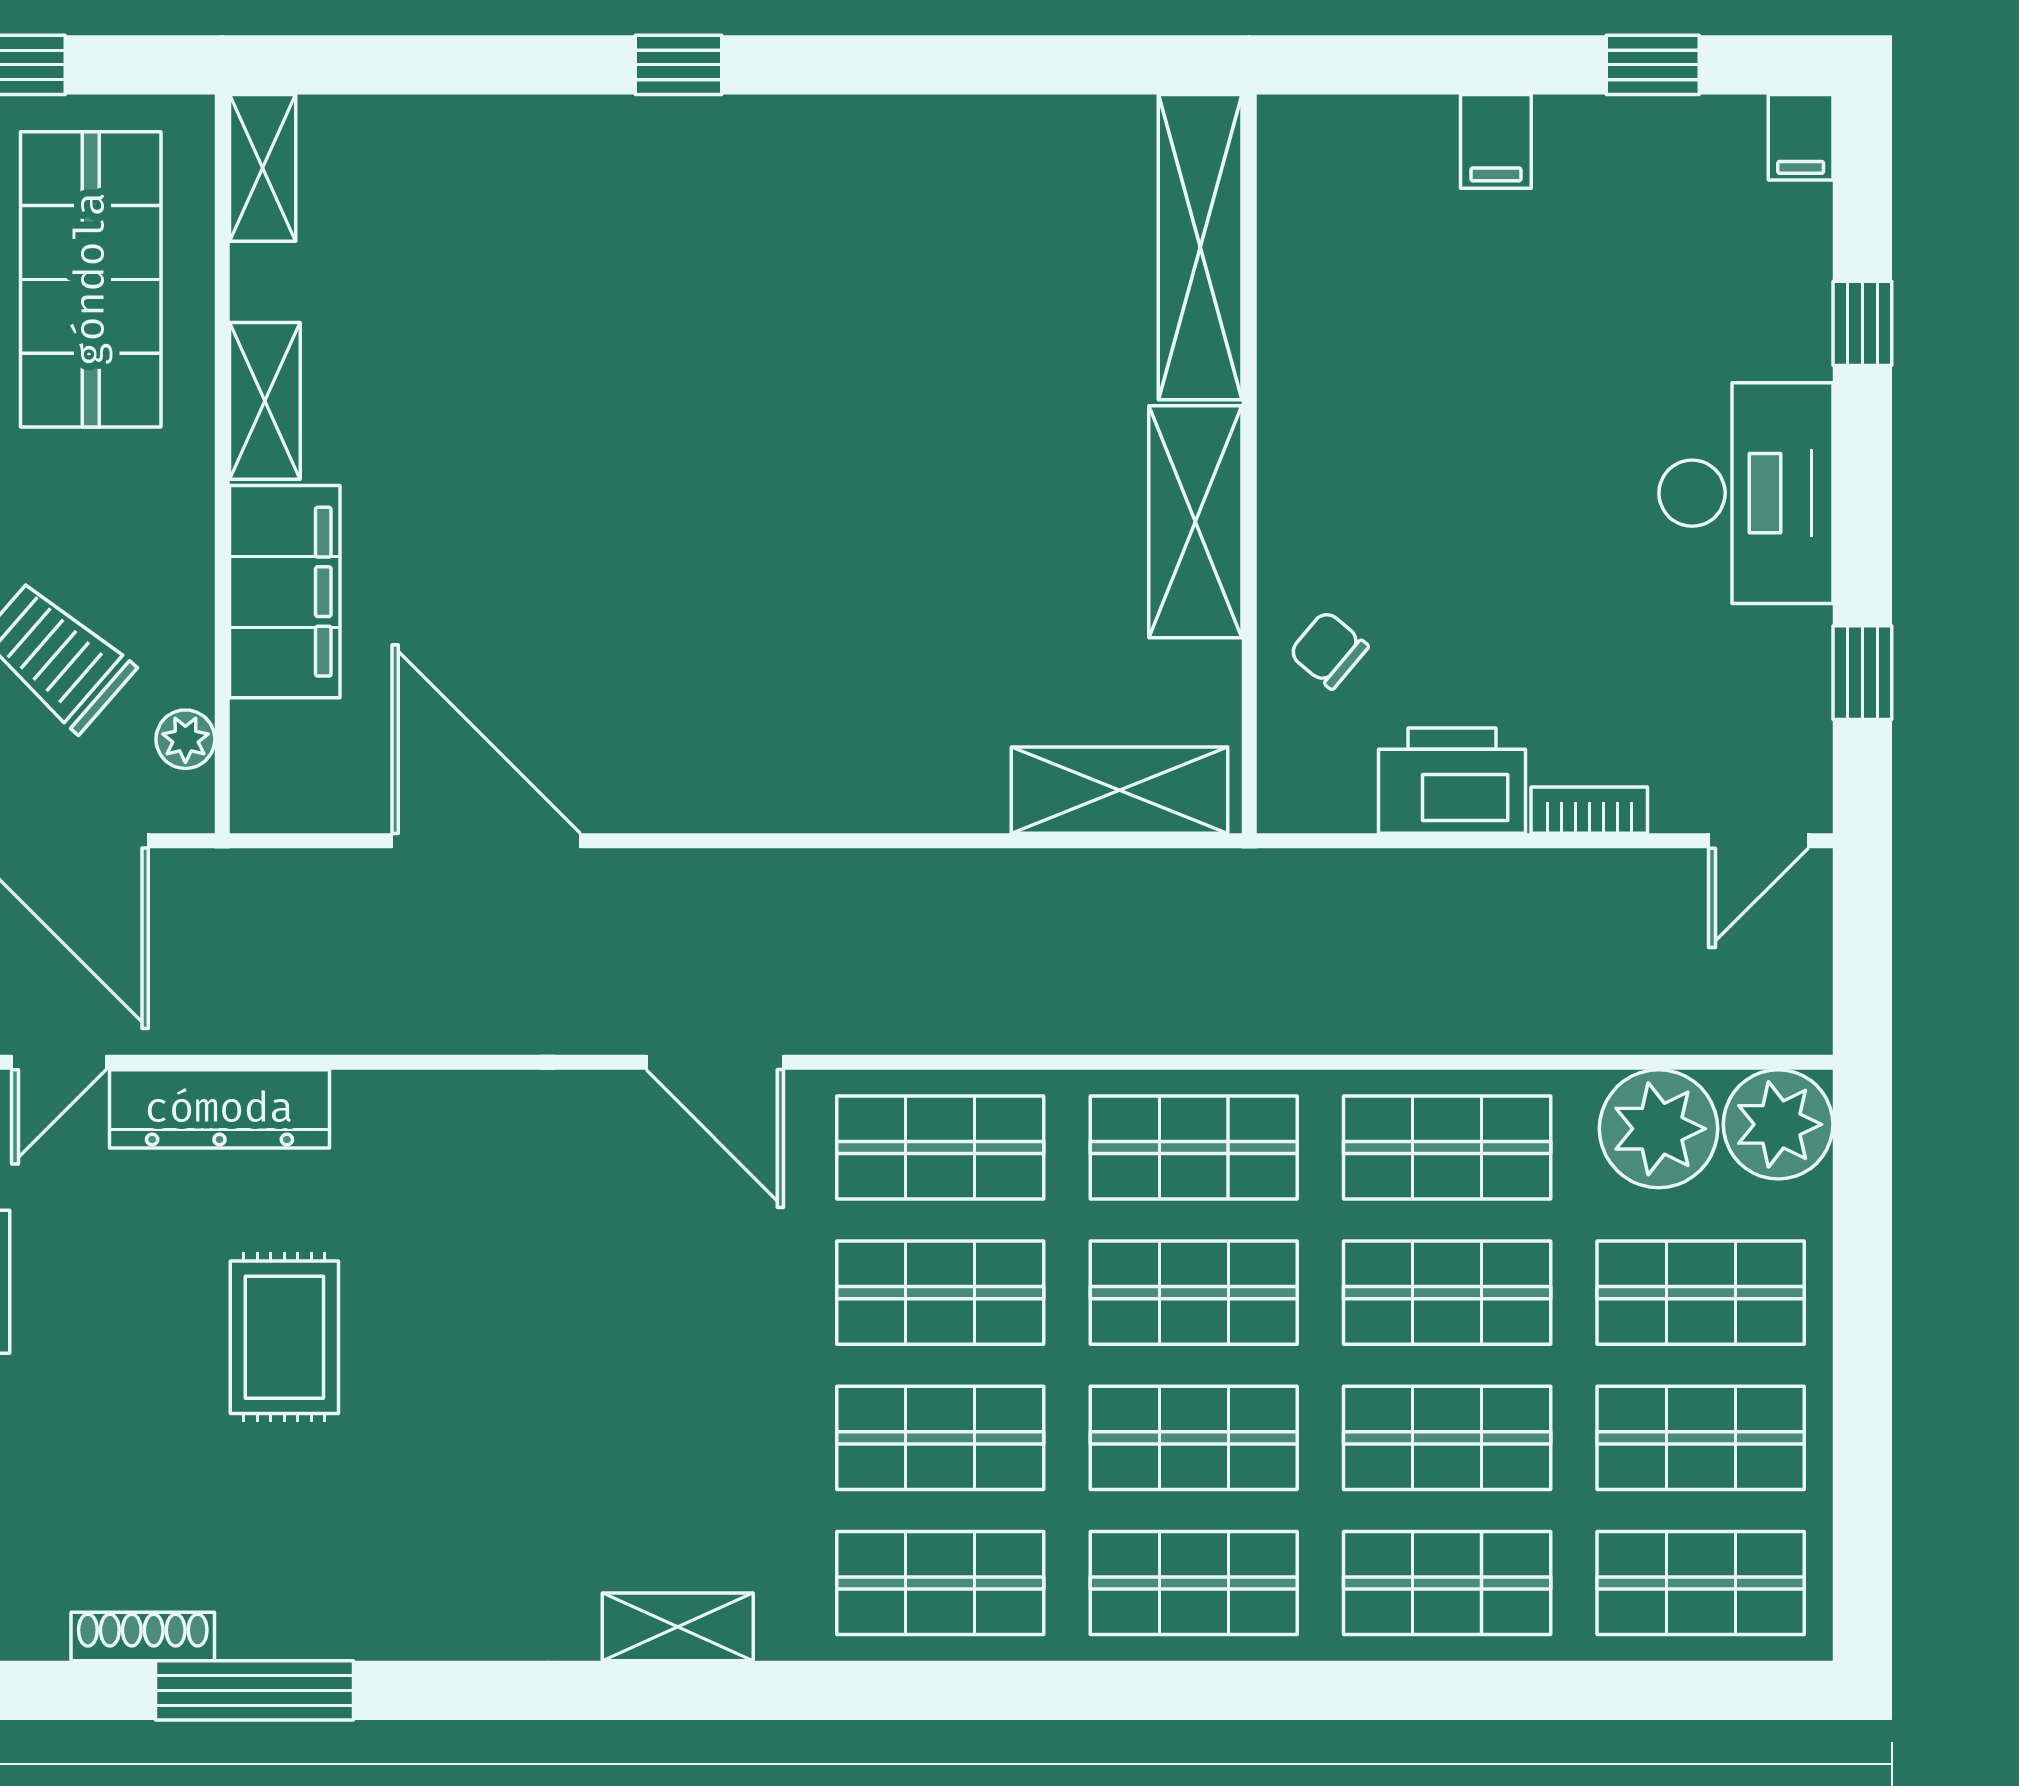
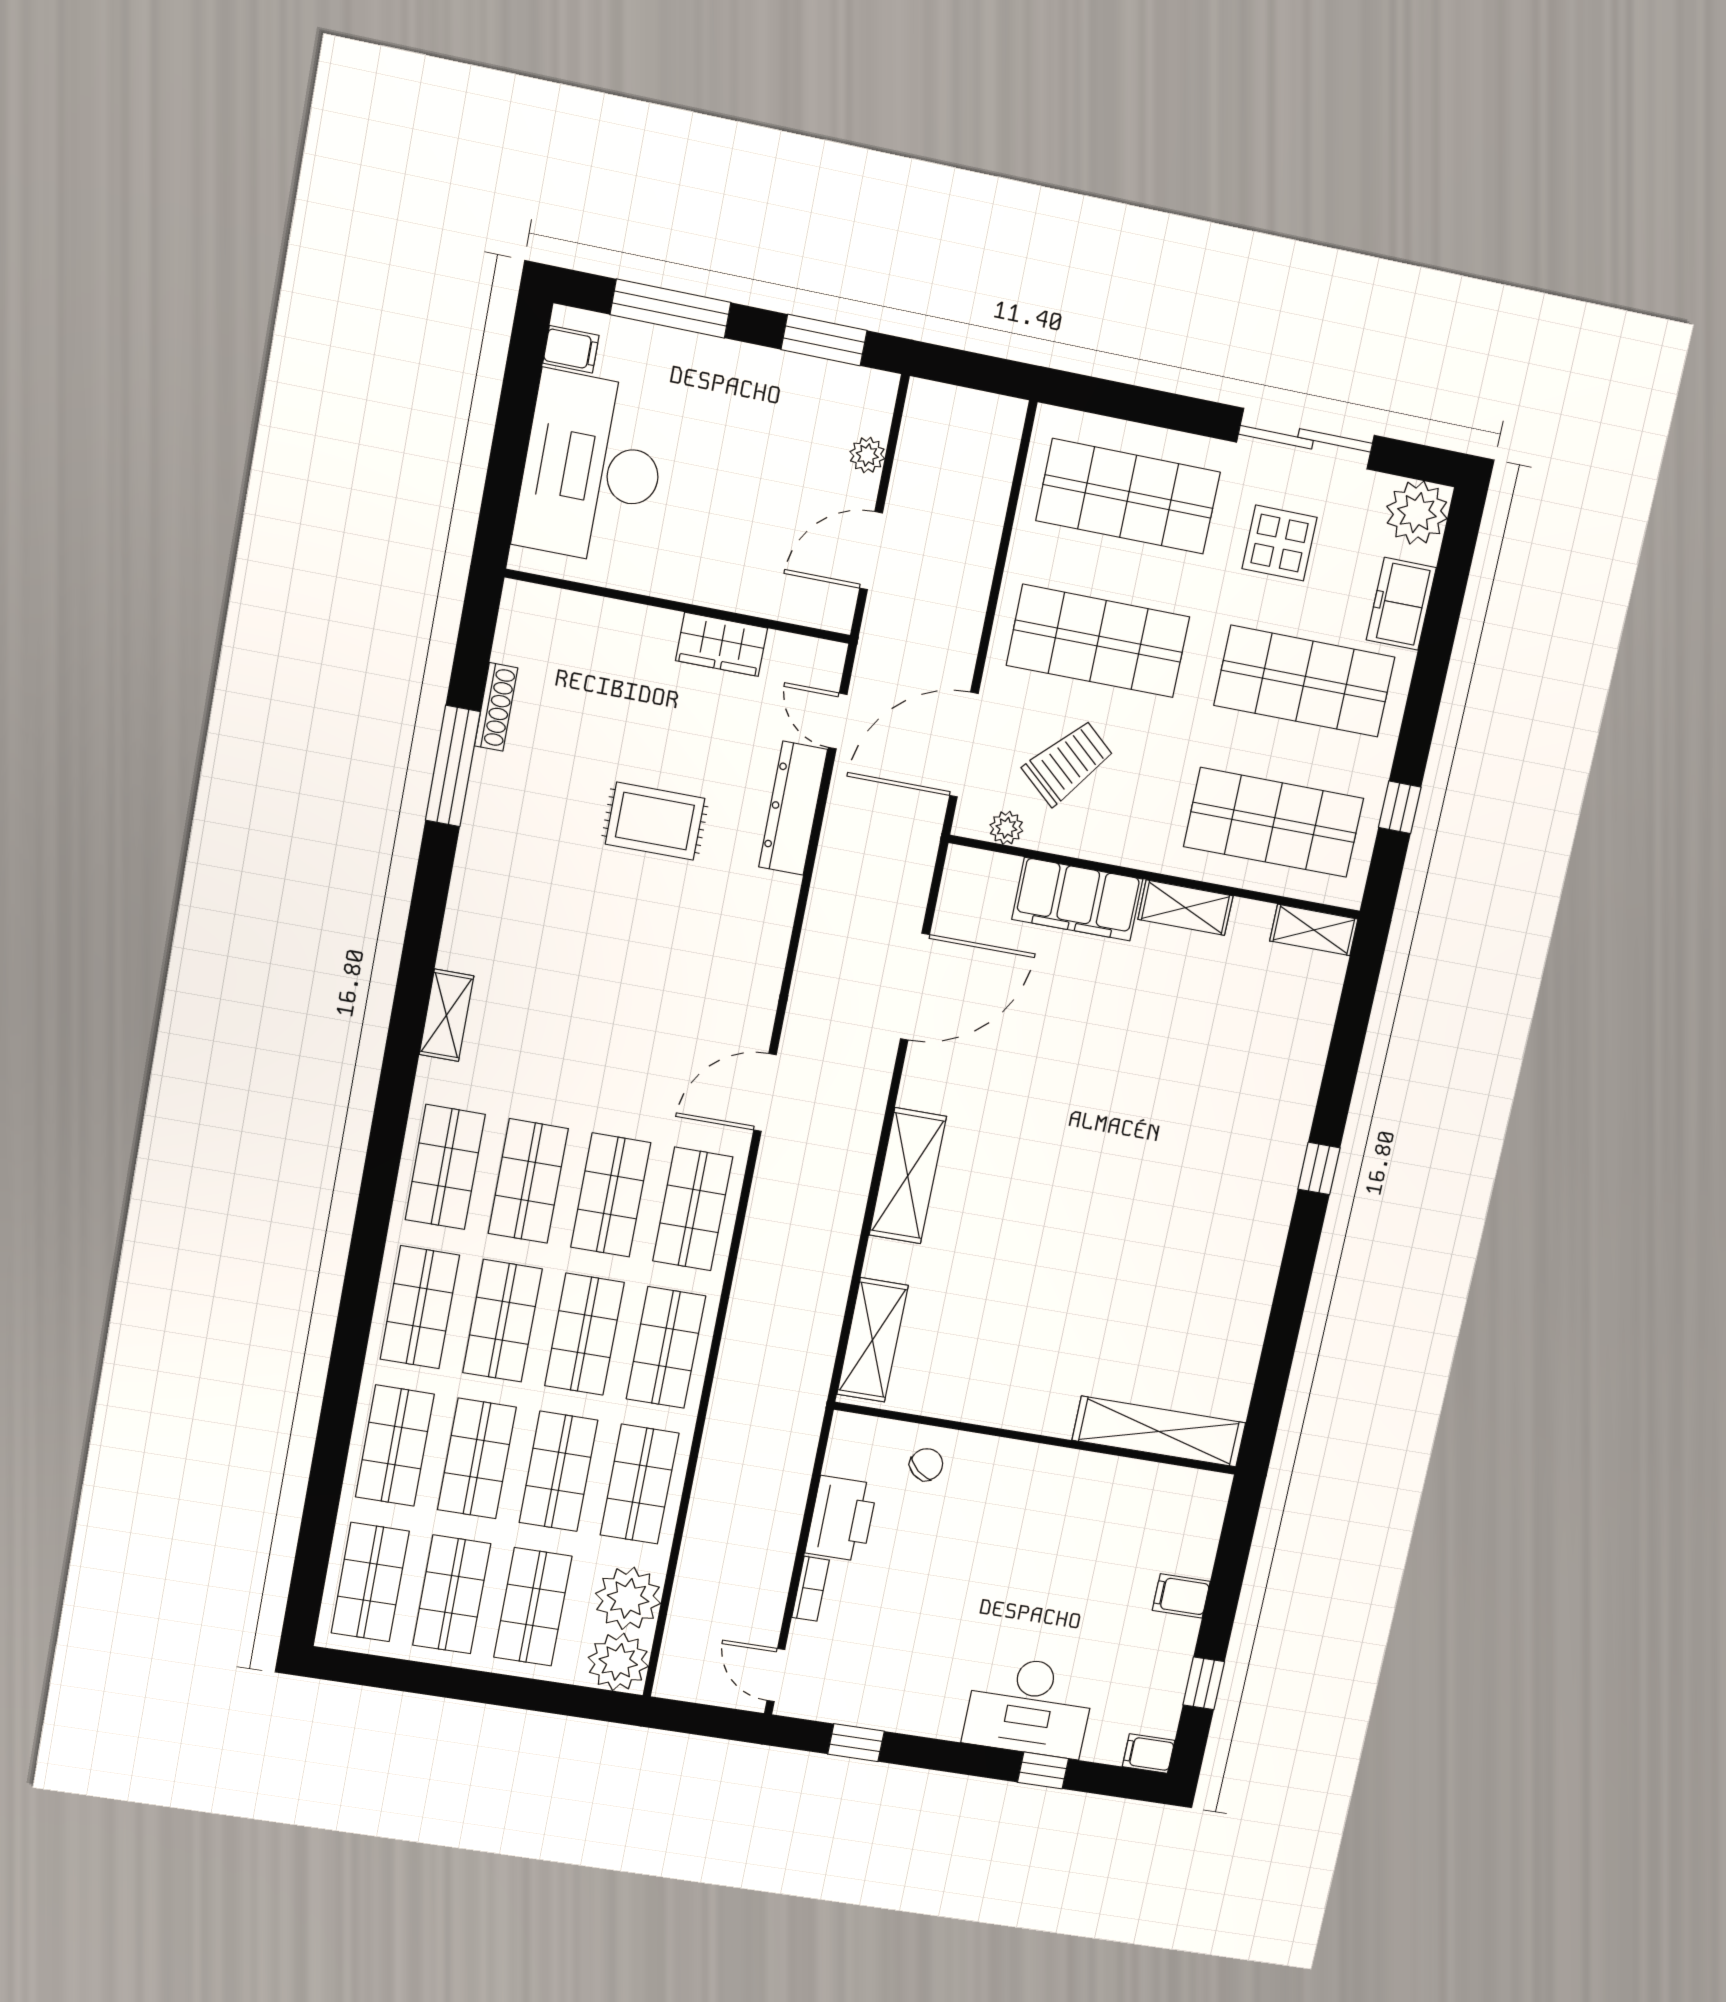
desk: (1746, 493) -> (1029, 1707), moved
shelving: (1195, 522) -> (908, 1176), moved, turned 90

